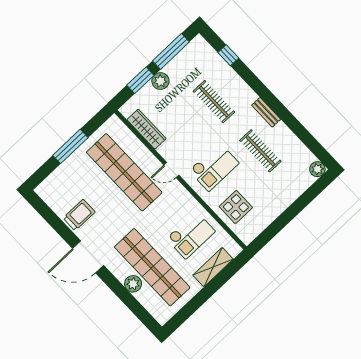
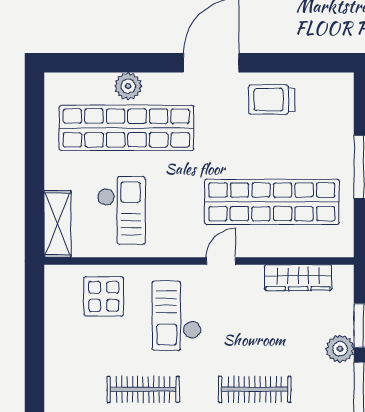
trolley: (79, 215) -> (272, 100), turned 90
checkout: (191, 235) -> (121, 211), turned 180
shelving: (213, 267) -> (58, 224), moved

